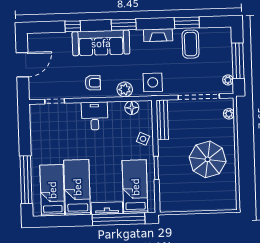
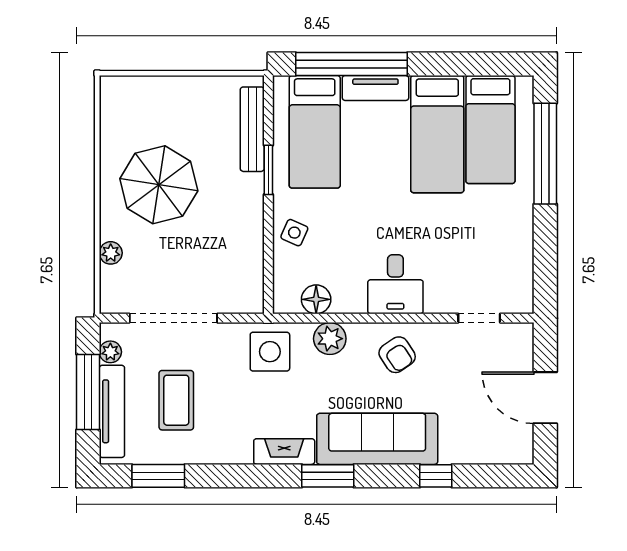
window: (187, 23) -> (158, 476), moved
fireplace: (158, 35) -> (284, 452), moved
coffee table: (191, 44) -> (176, 400), moved
tv unit: (226, 52) -> (112, 411), added
door: (22, 65) -> (545, 398), hinge flipped
armchair: (93, 83) -> (397, 355), turned -124
plant: (229, 114) -> (111, 253), moved
bench: (162, 120) -> (252, 129), moved

